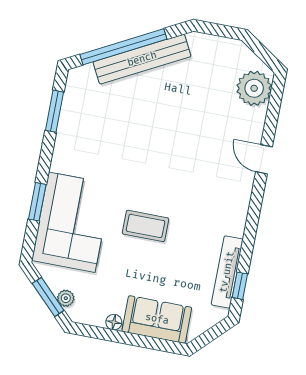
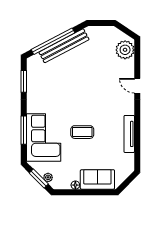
window: (37, 202) -> (24, 130), width x1.44
tv unit: (227, 272) -> (129, 134), moved
window: (240, 286) -> (137, 154), removed

